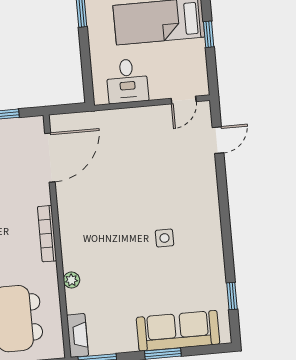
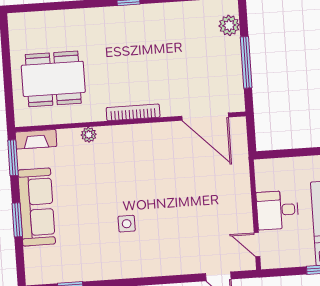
desk: (127, 81) -> (277, 210), moved
sofa: (178, 331) -> (37, 207), moved

